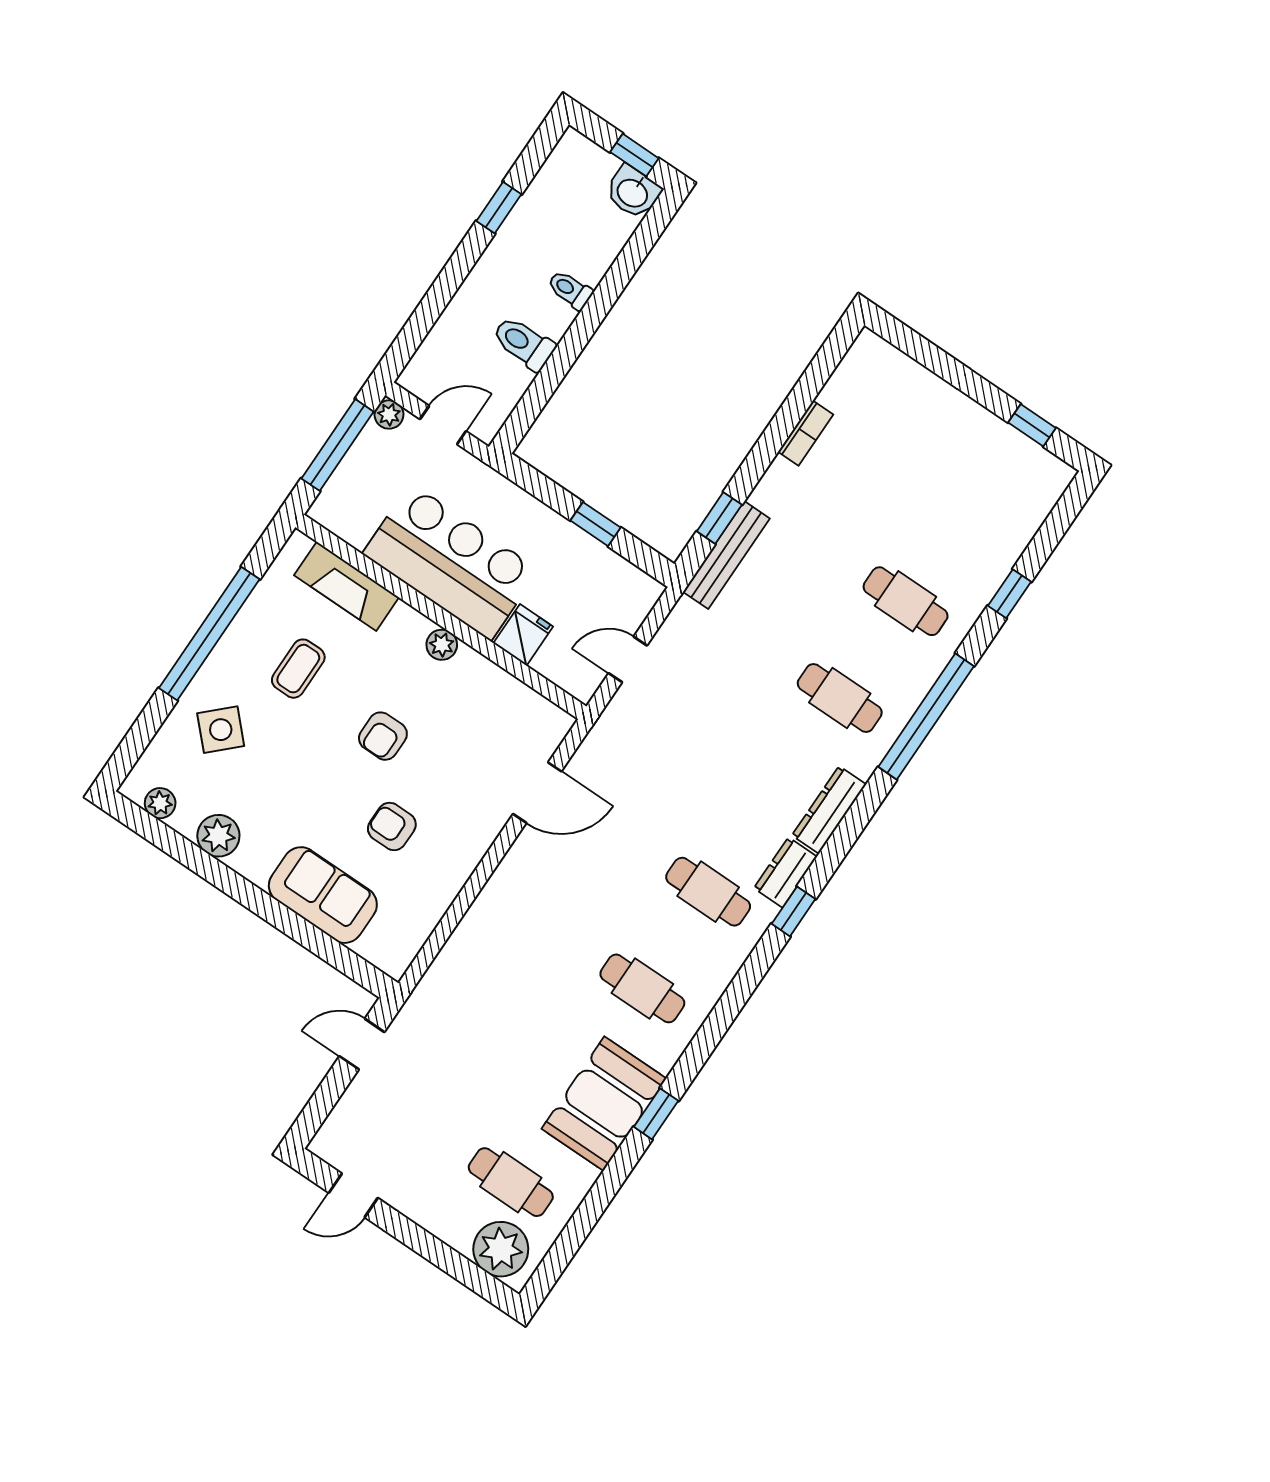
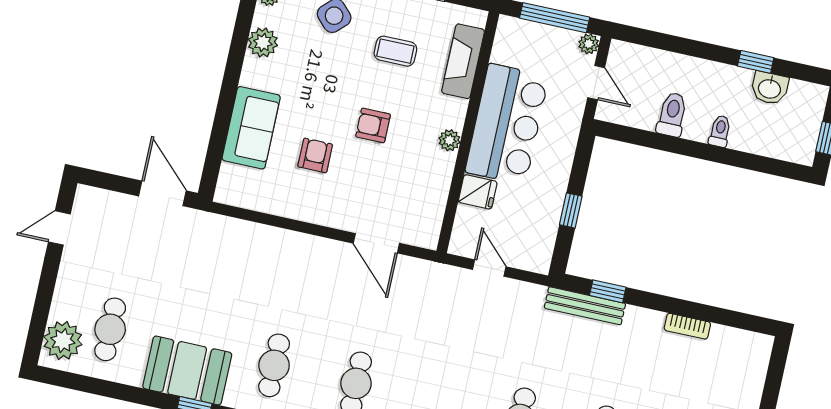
washbasin: (633, 192) -> (770, 88), moved, turned -90
door: (362, 1044) -> (162, 193), width x1.37
door: (353, 1195) -> (59, 228), hinge flipped

